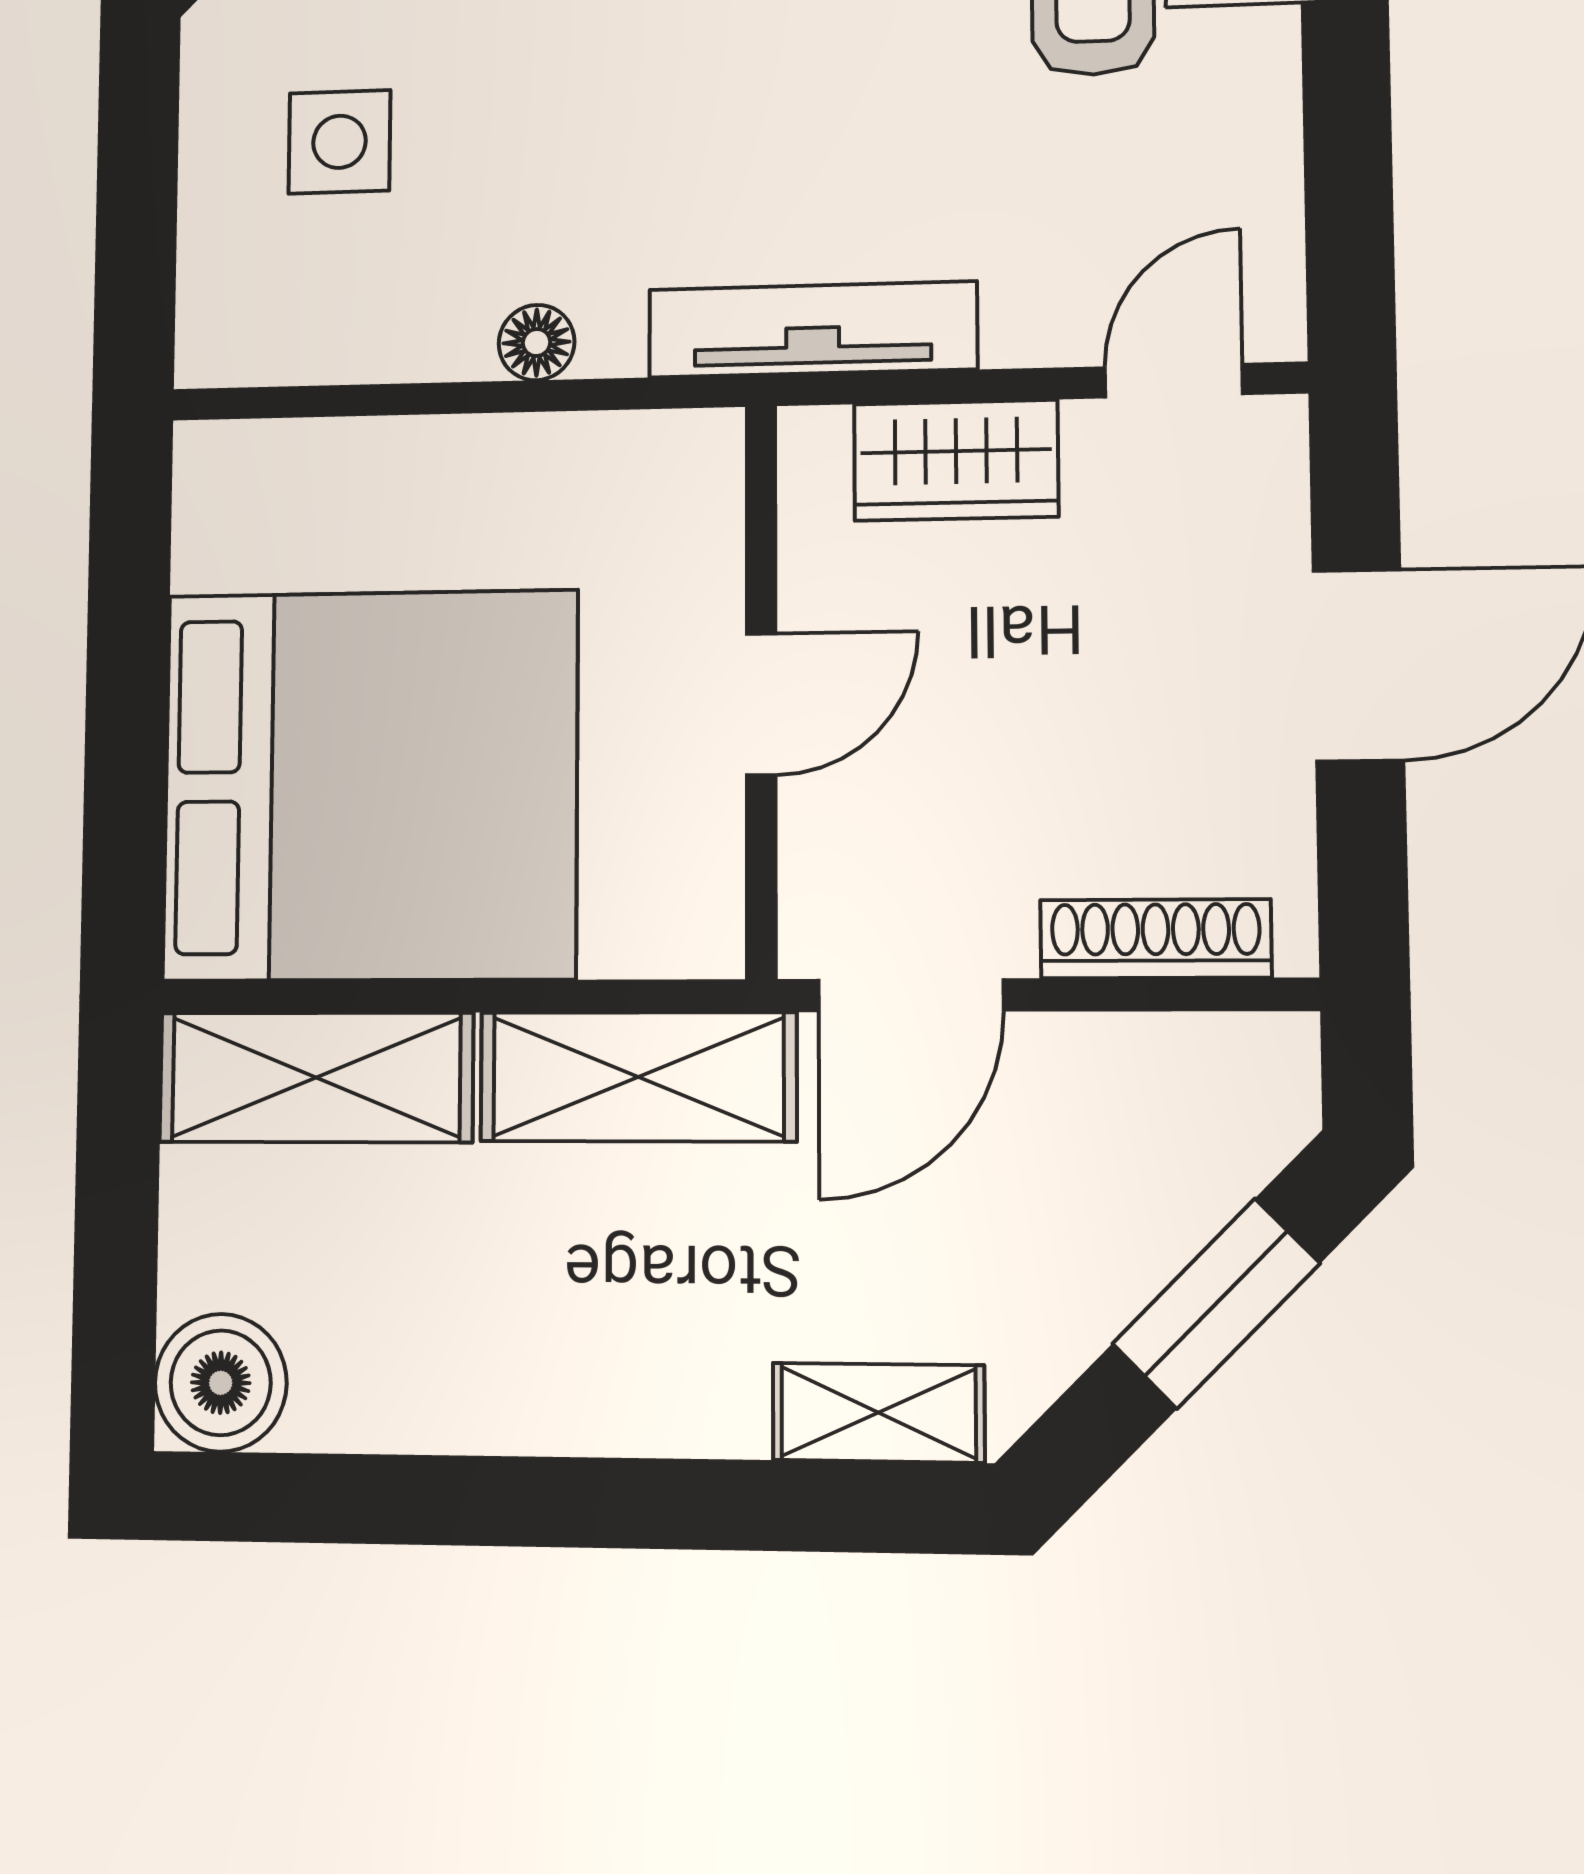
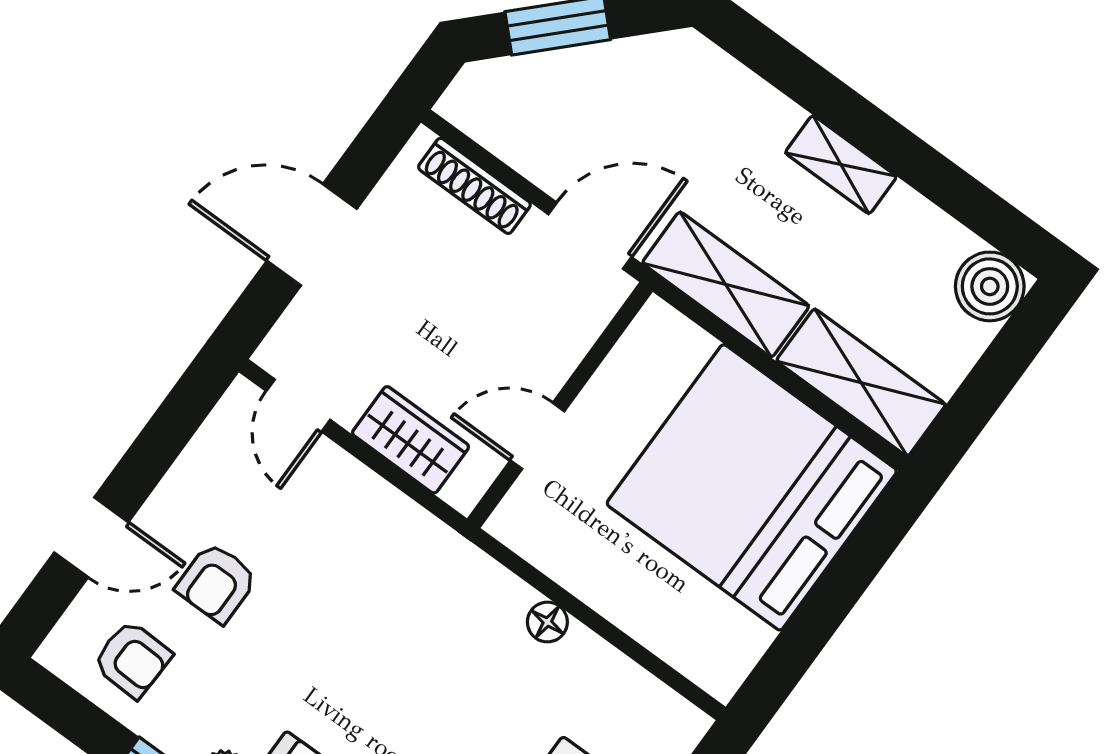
tv unit: (813, 329) -> (429, 539), removed
door: (1174, 381) -> (298, 405), hinge flipped
door: (761, 704) -> (537, 436), moved
shelving: (879, 1413) -> (841, 165), moved

